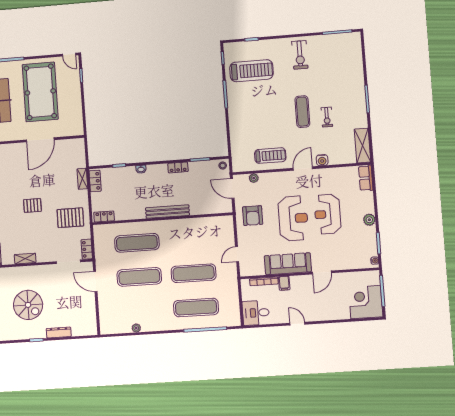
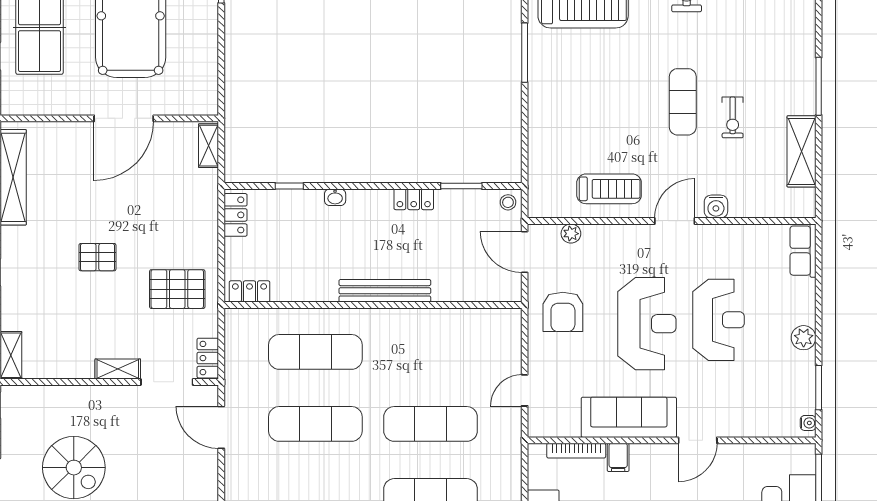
shelving: (362, 146) -> (801, 151), moved
shelving: (82, 179) -> (209, 146), moved
reception desk: (328, 214) -> (719, 320), turned 180
shelving: (25, 259) -> (118, 369), moved

